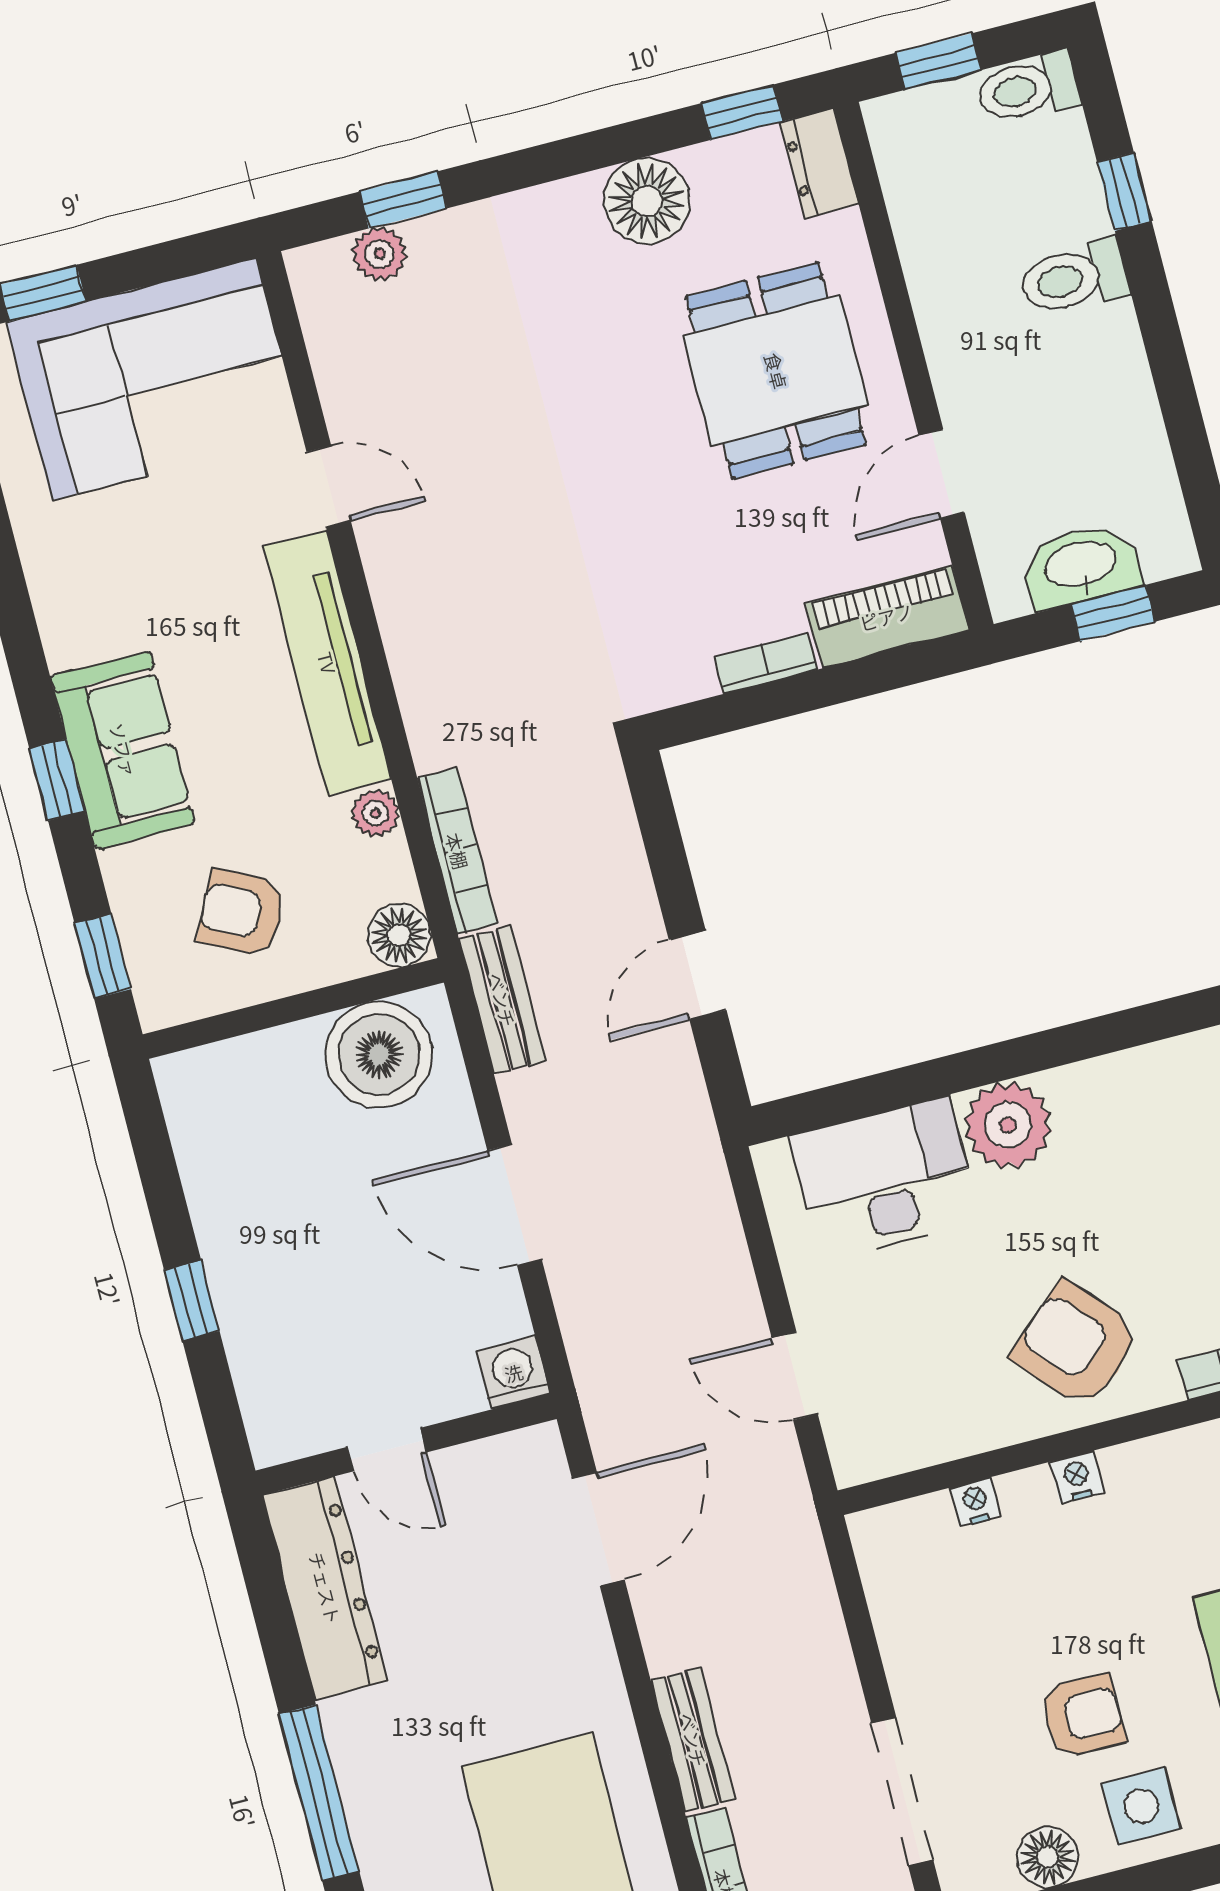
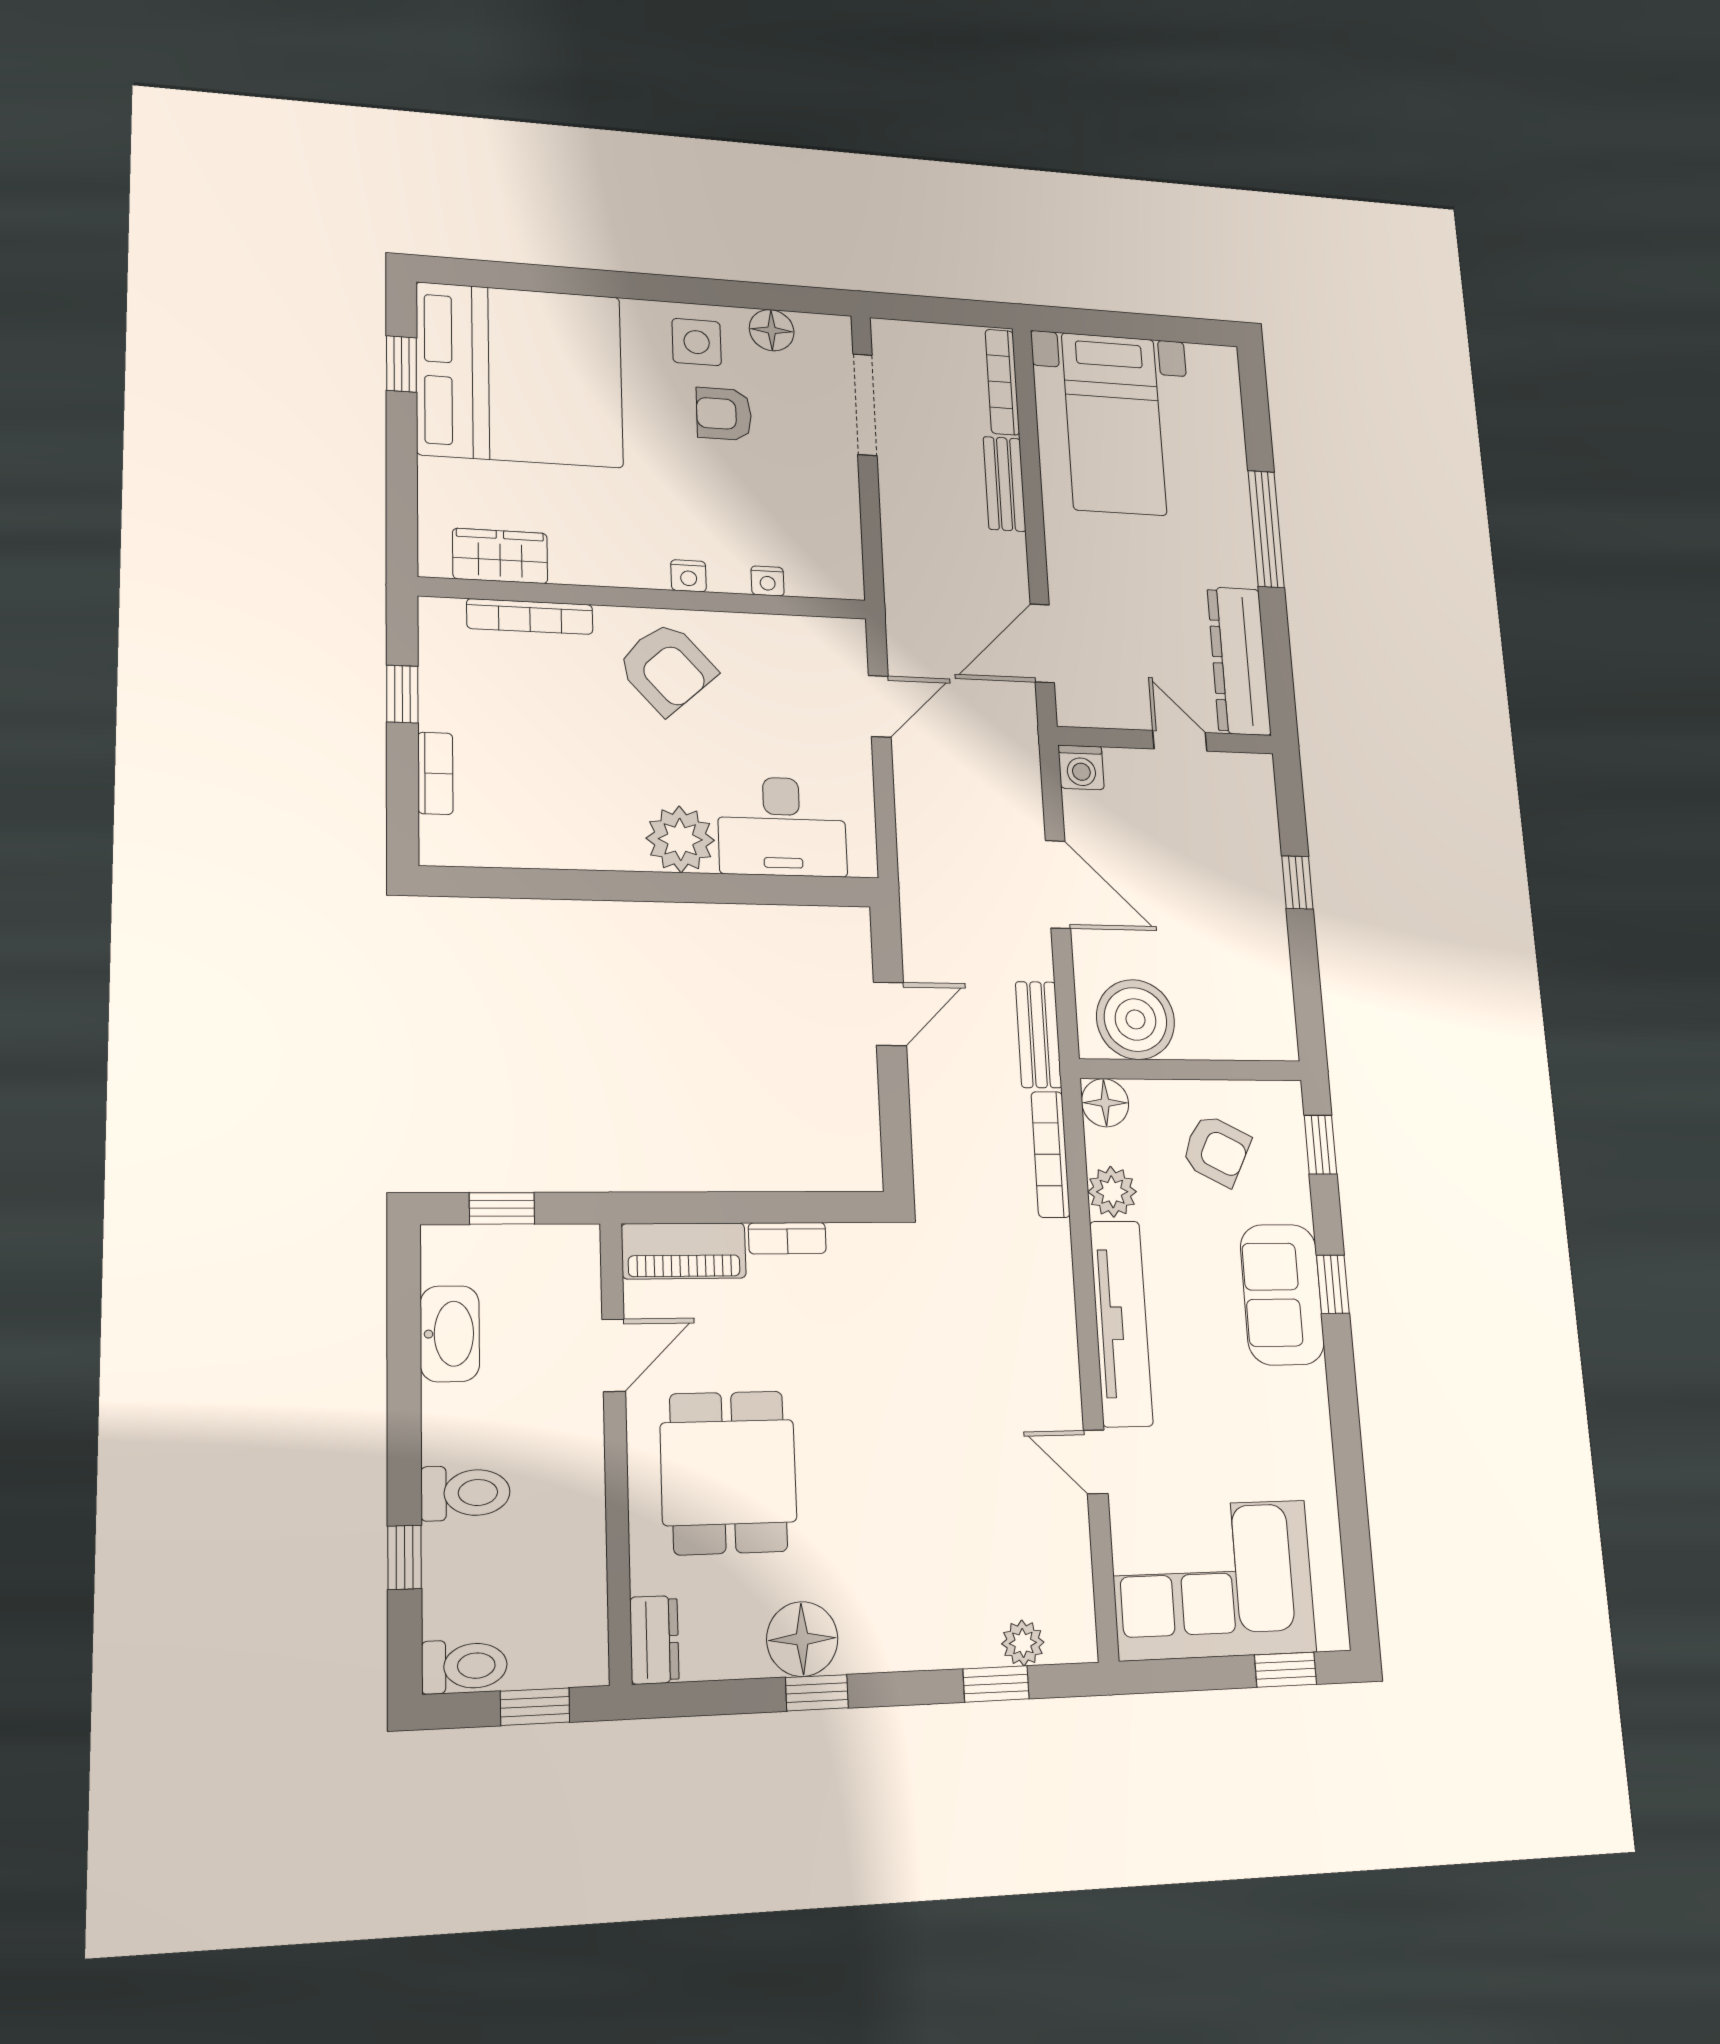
window: (742, 112) -> (817, 1693), moved
washbasin: (1081, 566) -> (450, 1334), moved, turned -90
plant: (375, 813) -> (1112, 1192), width x1.38, depth x1.38
door: (795, 1376) -> (880, 706), hinge flipped

